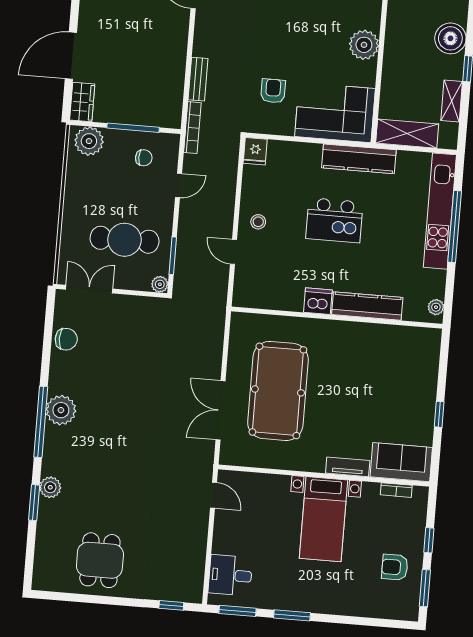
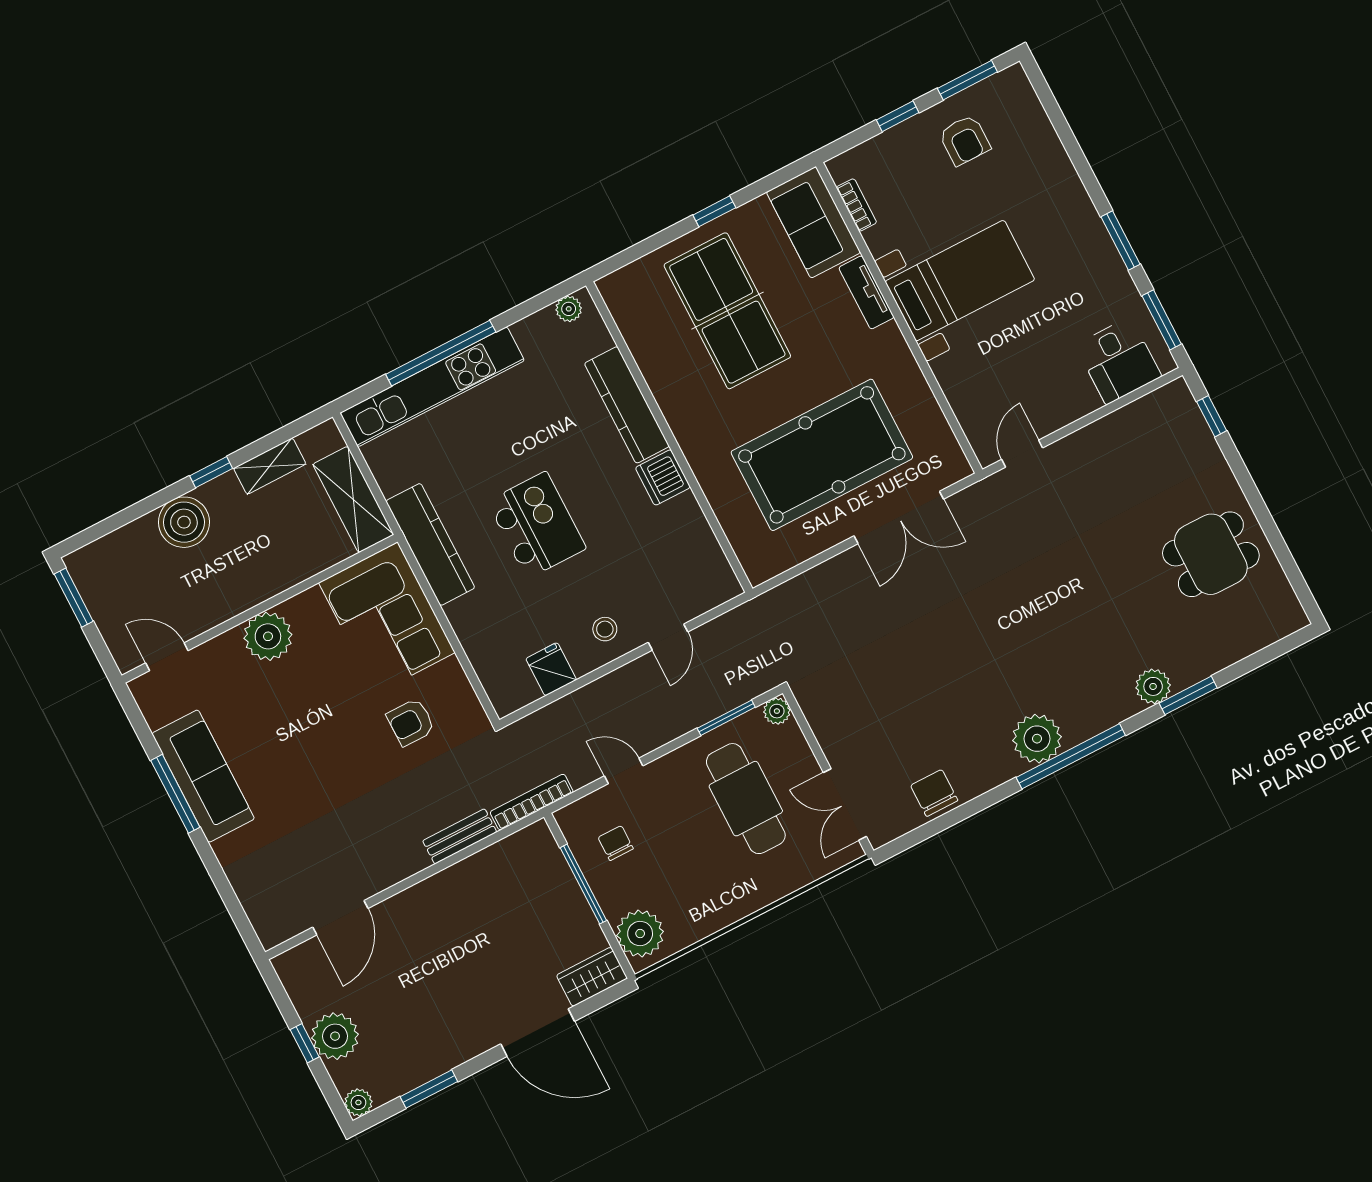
fridge: (255, 151) -> (551, 669), moved, turned -90
table tennis table: (383, 389) -> (727, 311), added

